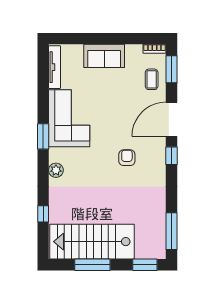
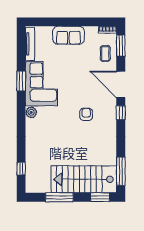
door: (172, 119) -> (121, 84), hinge flipped
window: (43, 136) -> (21, 81), moved
plant: (56, 170) -> (31, 112), moved
window: (43, 214) -> (21, 169), moved
stairs: (92, 242) -> (84, 179), moved

